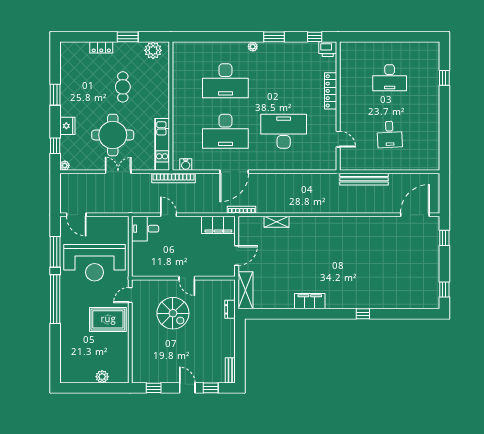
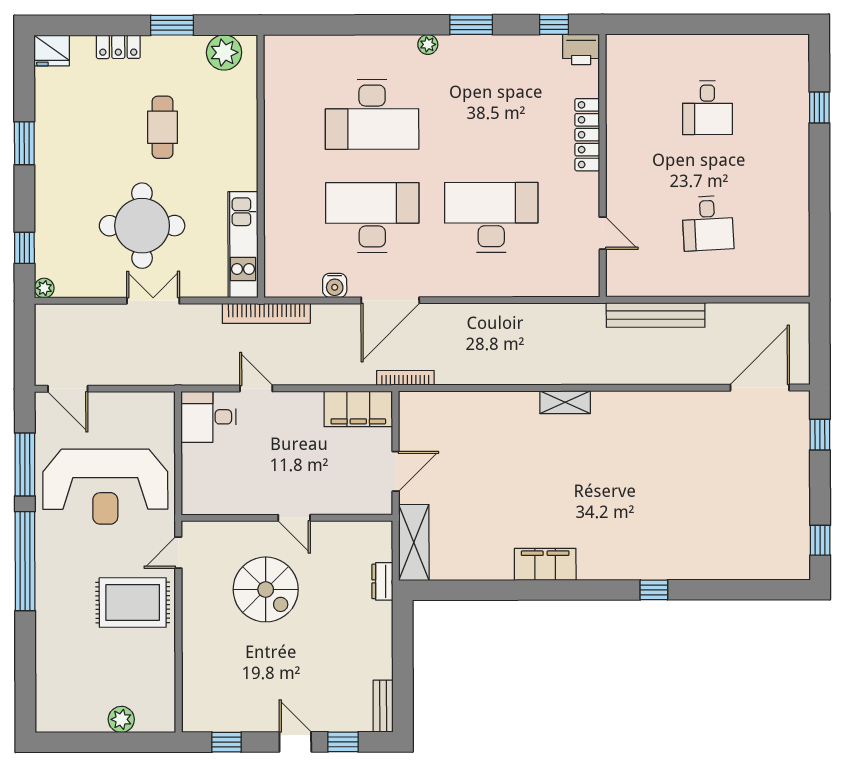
desk: (390, 78) -> (707, 108), width x0.73
fridge: (67, 126) -> (52, 51), moved, turned 90
desk: (225, 131) -> (372, 218), turned 180
water cooler: (186, 164) -> (335, 285), moved
shelving: (277, 222) -> (565, 402), moved

